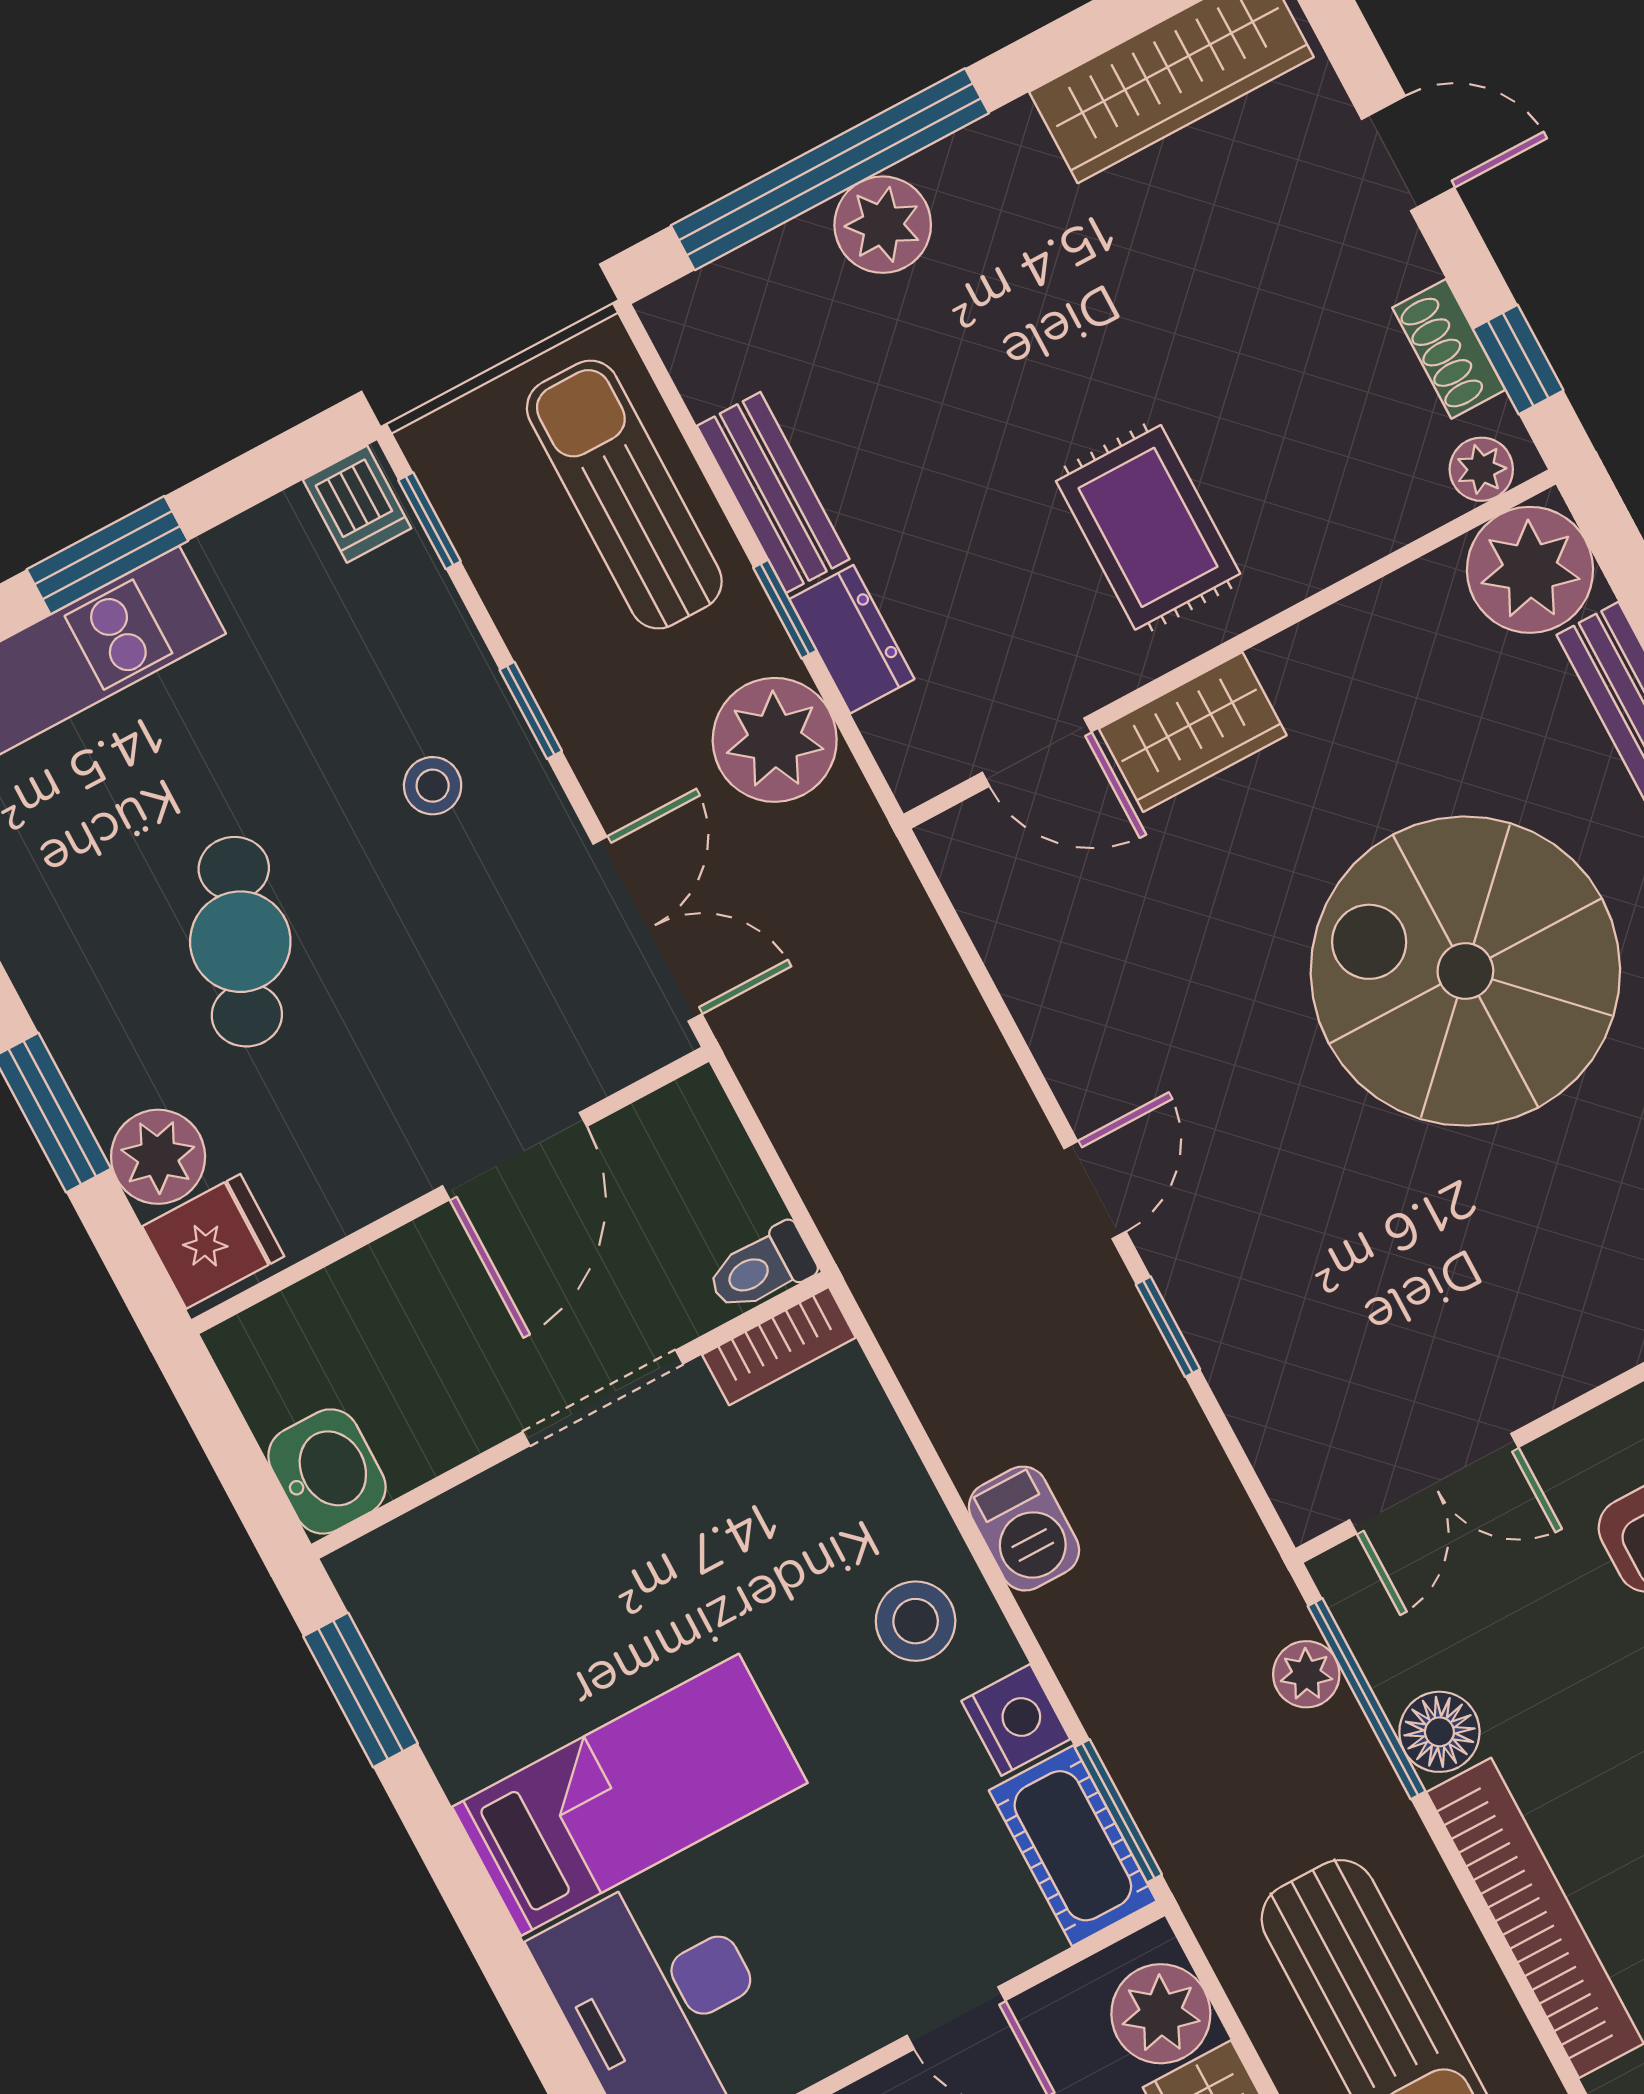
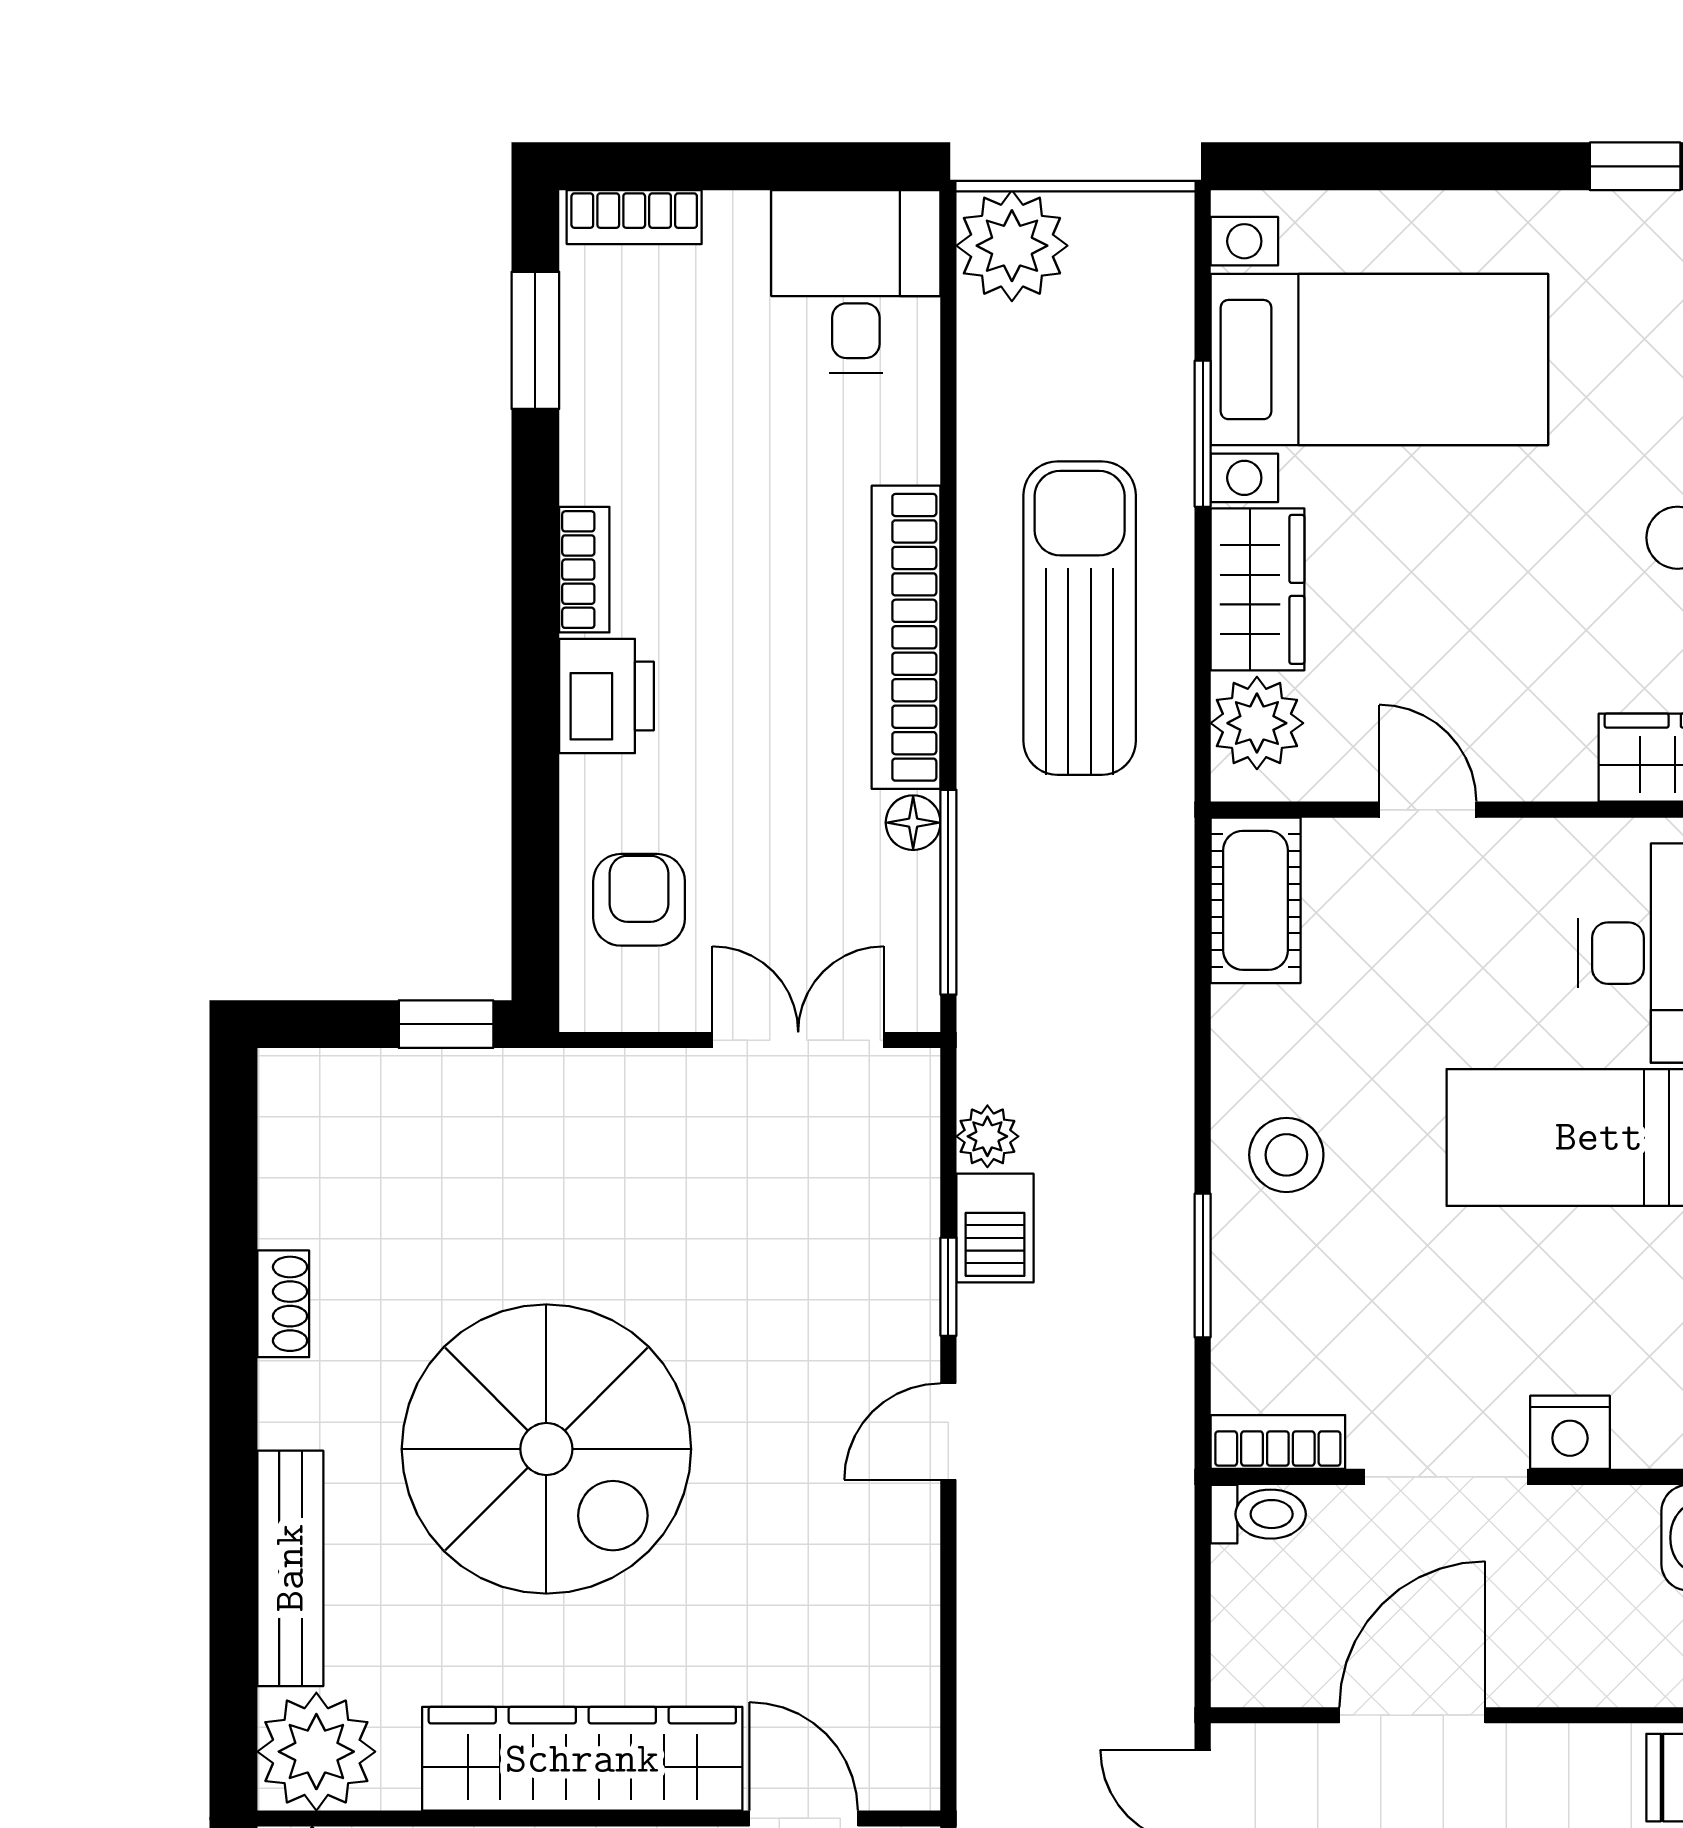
wardrobe: (1193, 732) -> (582, 1759), width x2.10, depth x1.17
barbecue: (1024, 1529) -> (995, 1228), moved, turned 180
plant: (1306, 1674) -> (987, 1136), moved
nightstand: (1016, 1720) -> (1570, 1432), moved, turned -90
floor lamp: (1439, 1732) -> (913, 823), width x0.73, depth x0.73
window: (1118, 1811) -> (1203, 1265), moved

